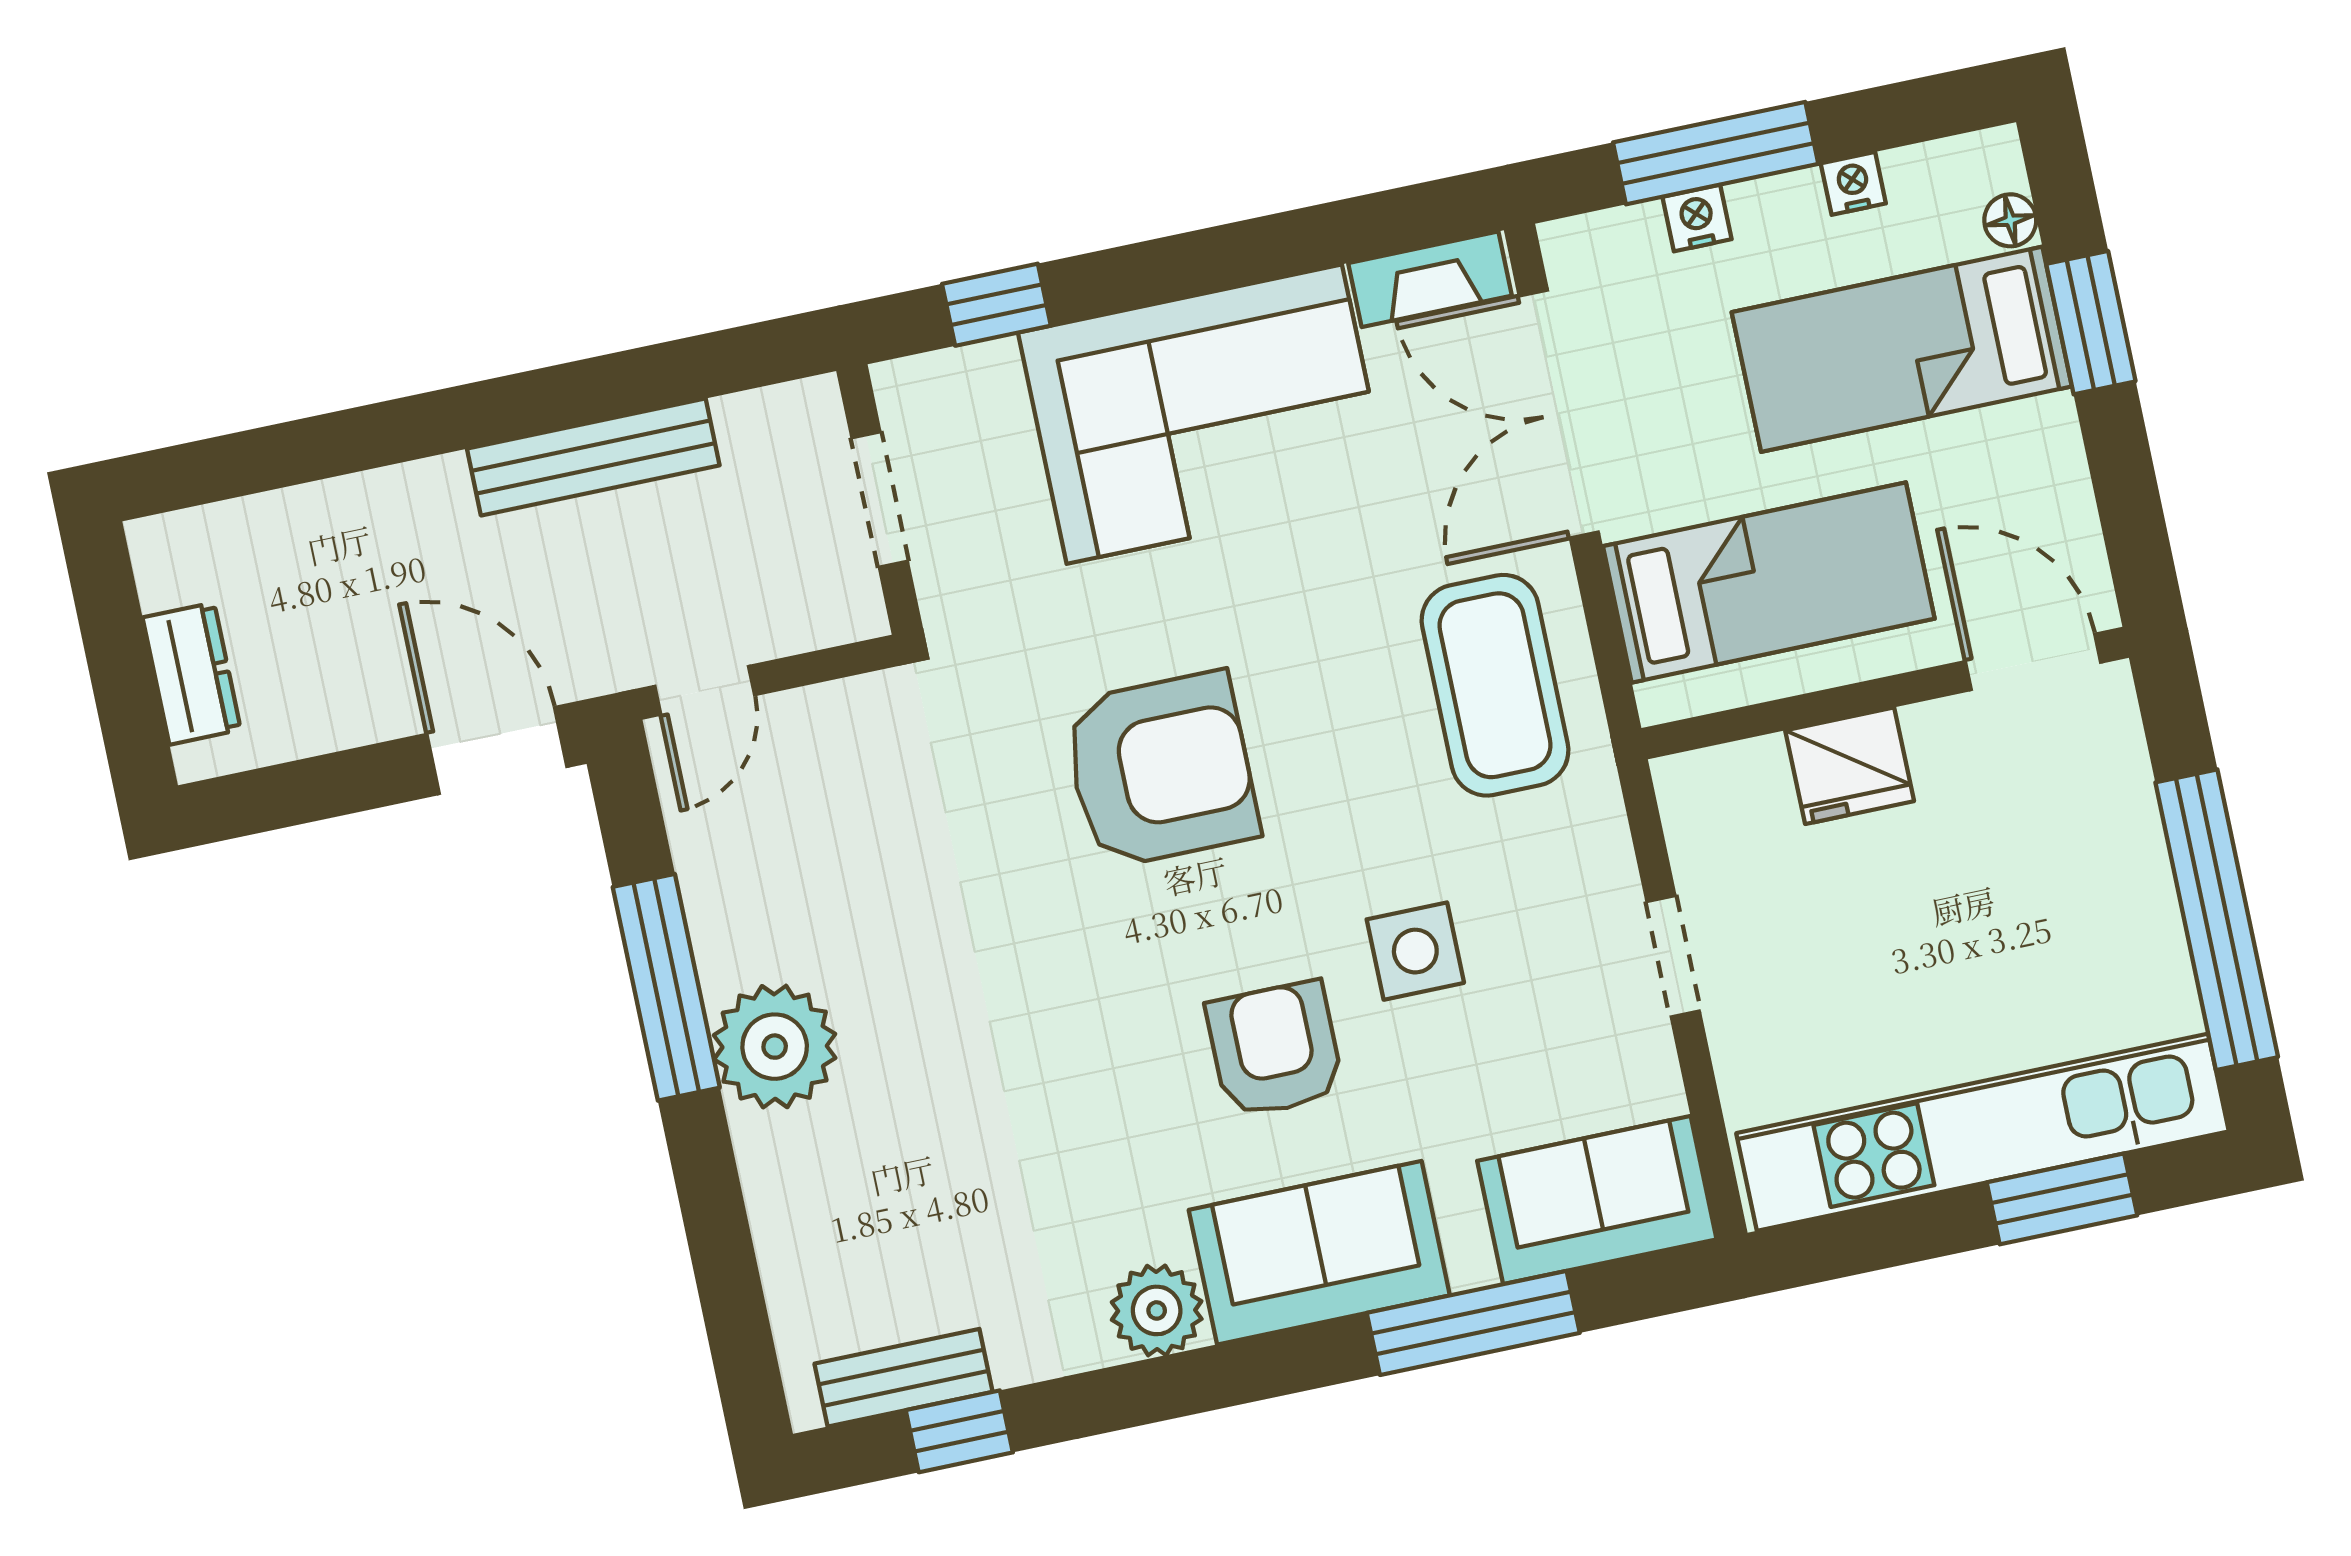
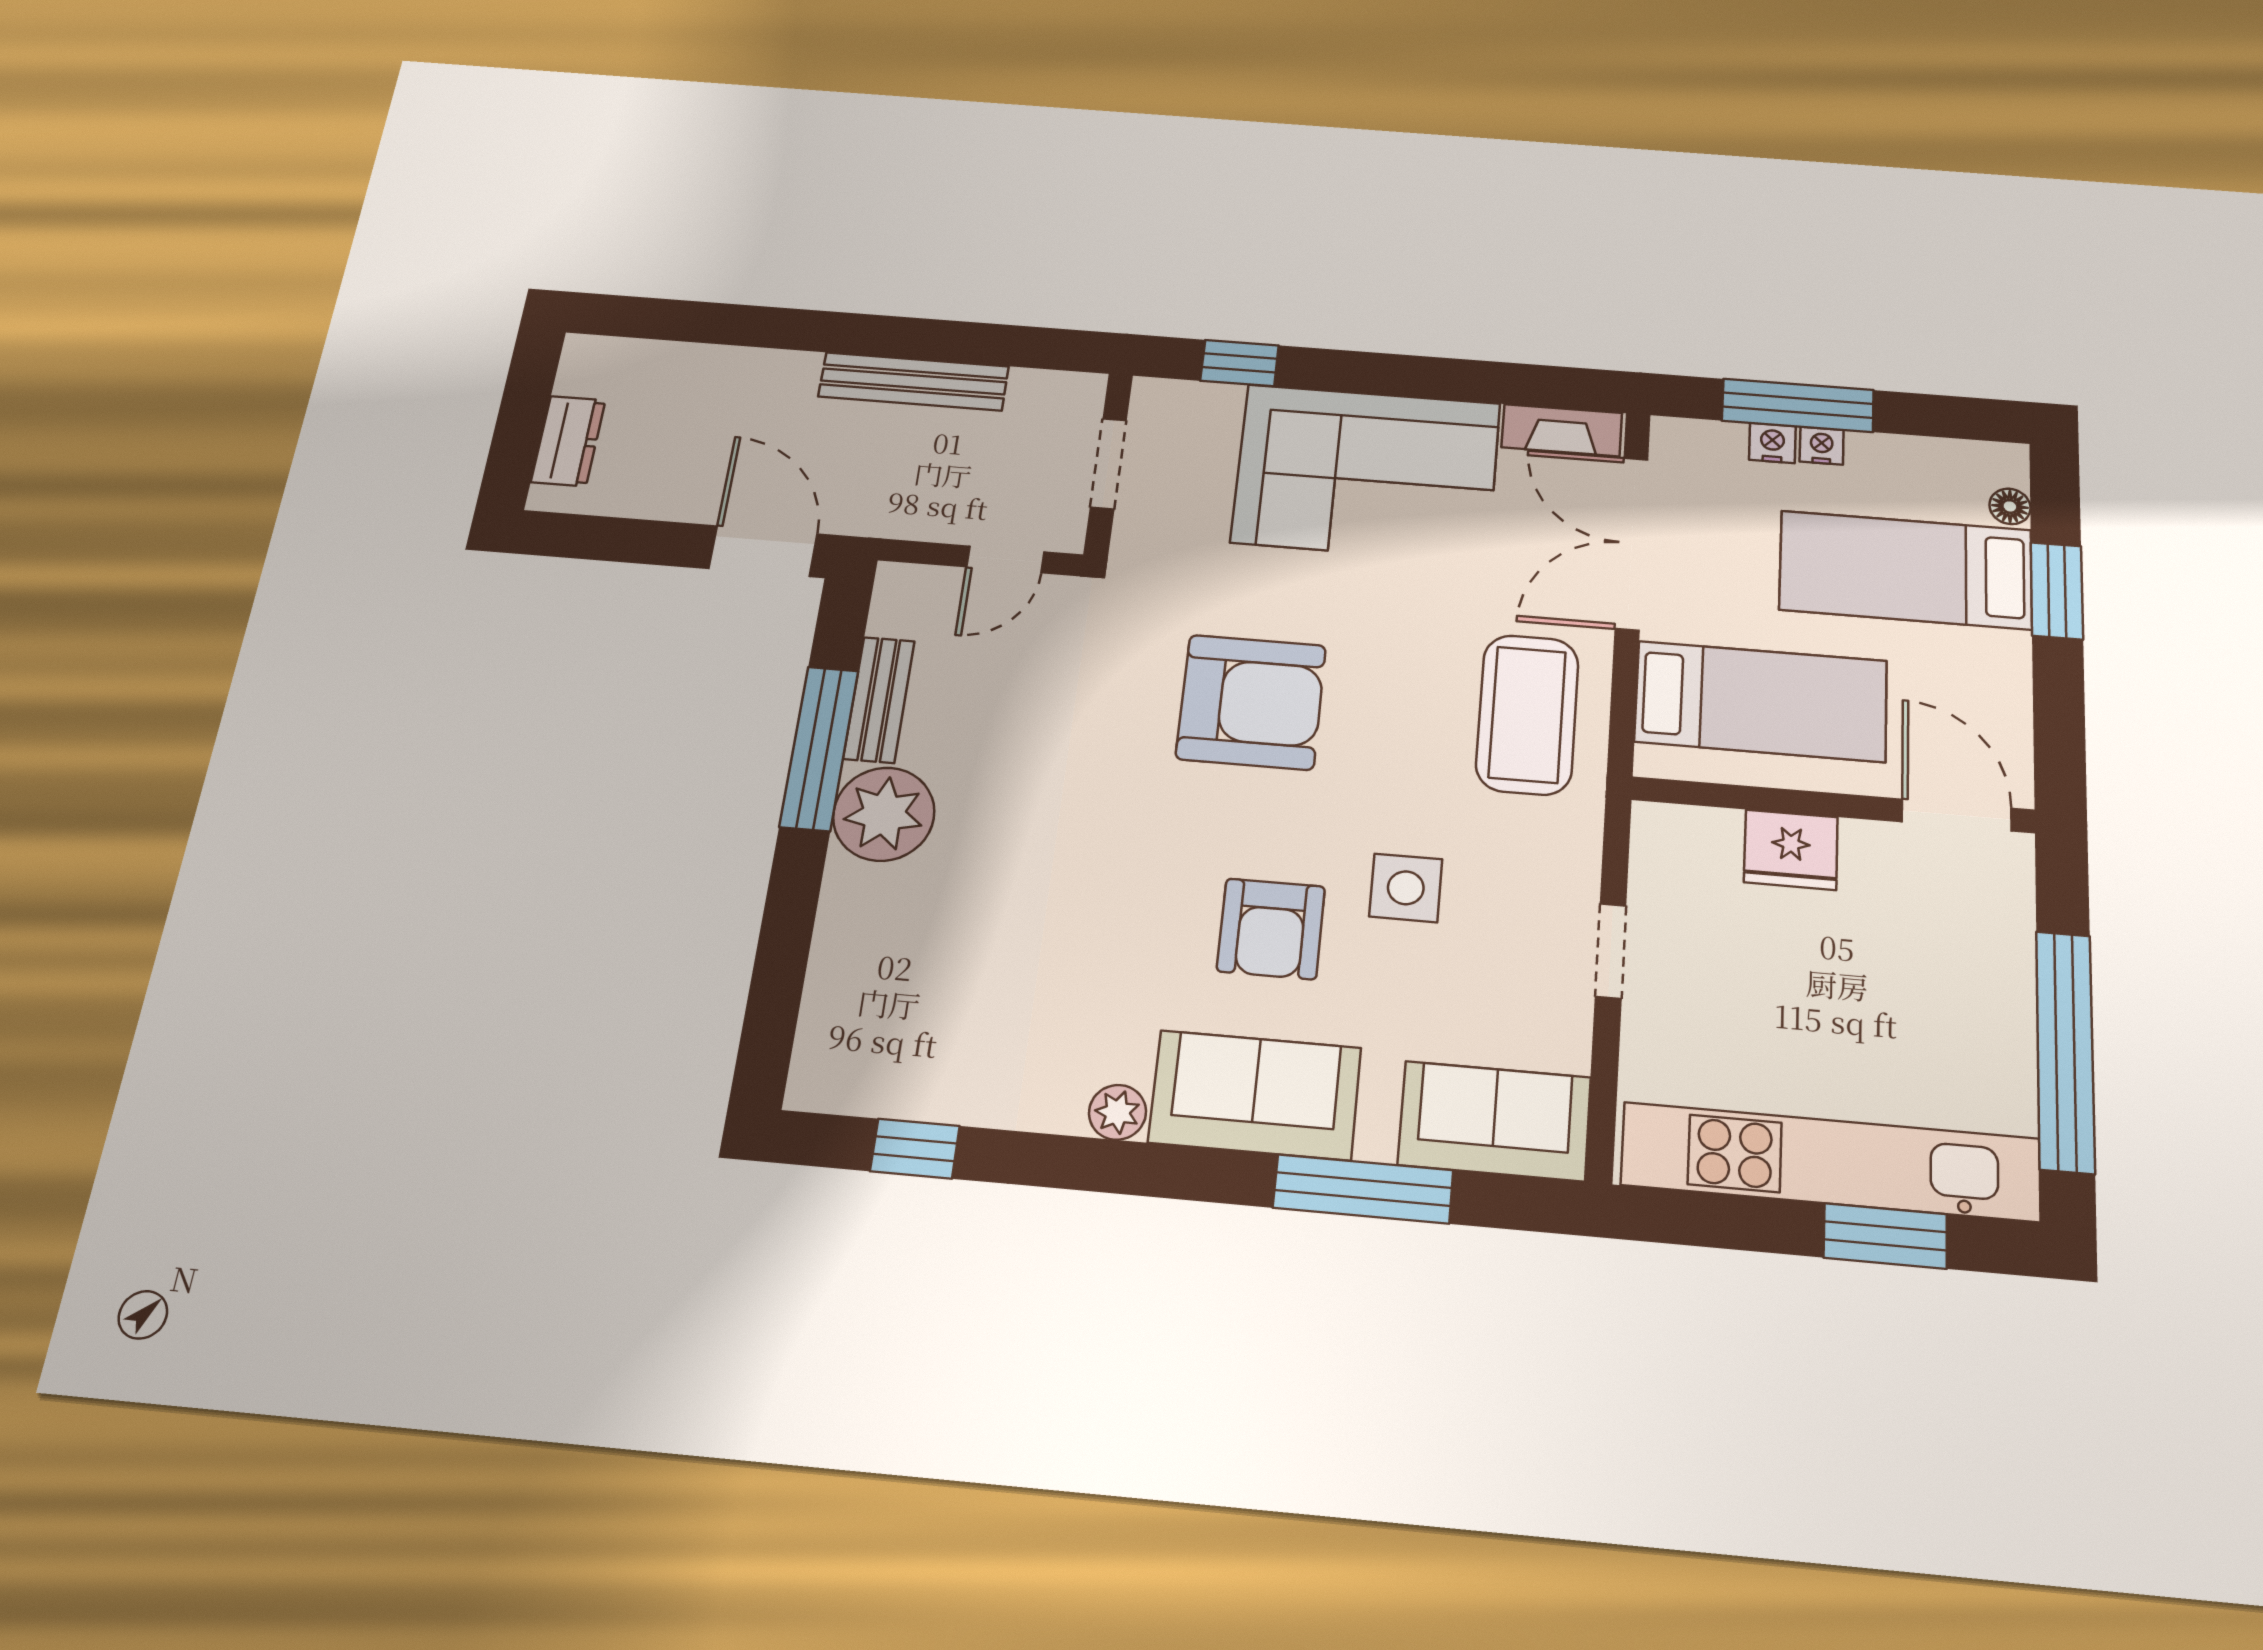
nightstand: (1853, 183) -> (1822, 446), moved
door: (705, 690) -> (1005, 559), moved
armchair: (1275, 1049) -> (1271, 929), turned 180
plant: (1157, 1310) -> (1117, 1112), width x0.73, depth x0.73
bench: (904, 1378) -> (879, 700), moved, turned 90

